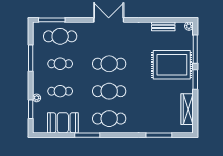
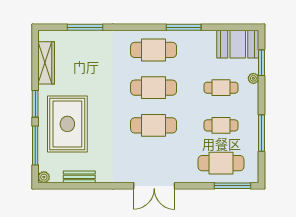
rug: (172, 65) -> (67, 124), turned 90
booth: (63, 123) -> (238, 44), moved

